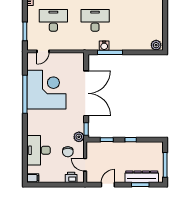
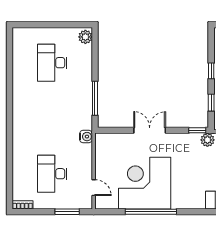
desk: (95, 20) -> (52, 63), moved
water cooler: (104, 46) -> (86, 137), moved
double door: (86, 93) -> (150, 130), width x0.54

